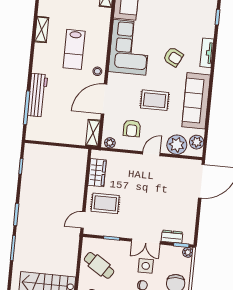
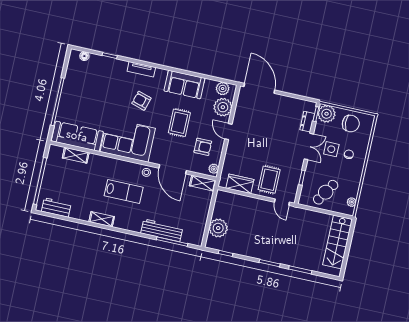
armchair: (173, 57) -> (141, 101), turned -100
sofa: (196, 101) -> (184, 85), width x0.73
plant: (47, 155) -> (218, 228), added
plant: (188, 252) -> (327, 114), width x1.88, depth x1.88

